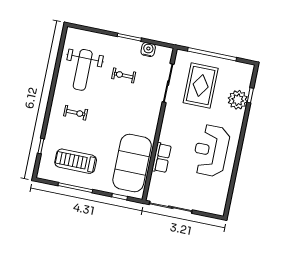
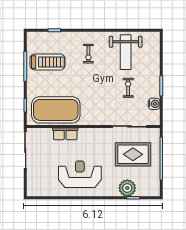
weight bench: (83, 70) -> (126, 52), turned -90
treadmill: (76, 161) -> (48, 62), turned 90

